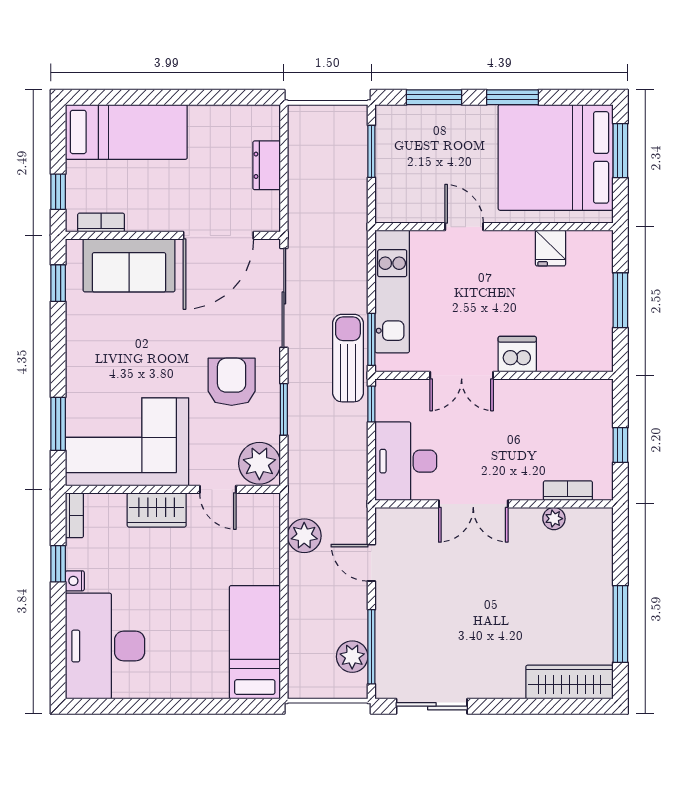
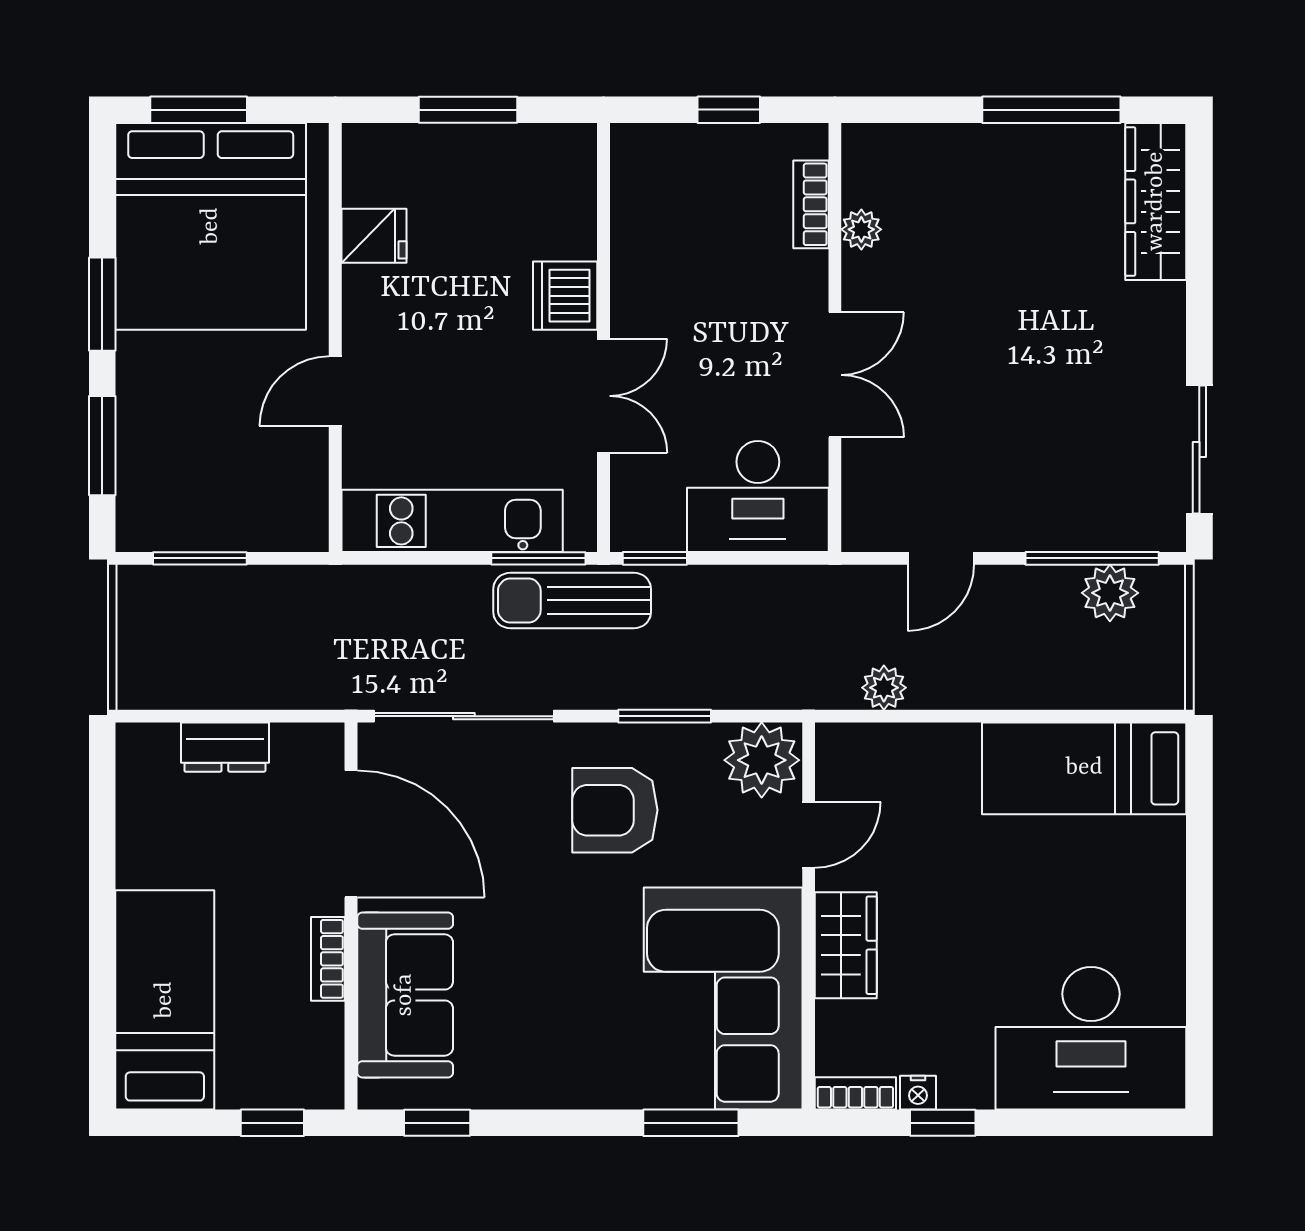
bookcase: (101, 222) -> (328, 959), moved
plant: (304, 536) -> (884, 688), width x0.73, depth x0.73
nightstand: (75, 581) -> (918, 1093), moved

